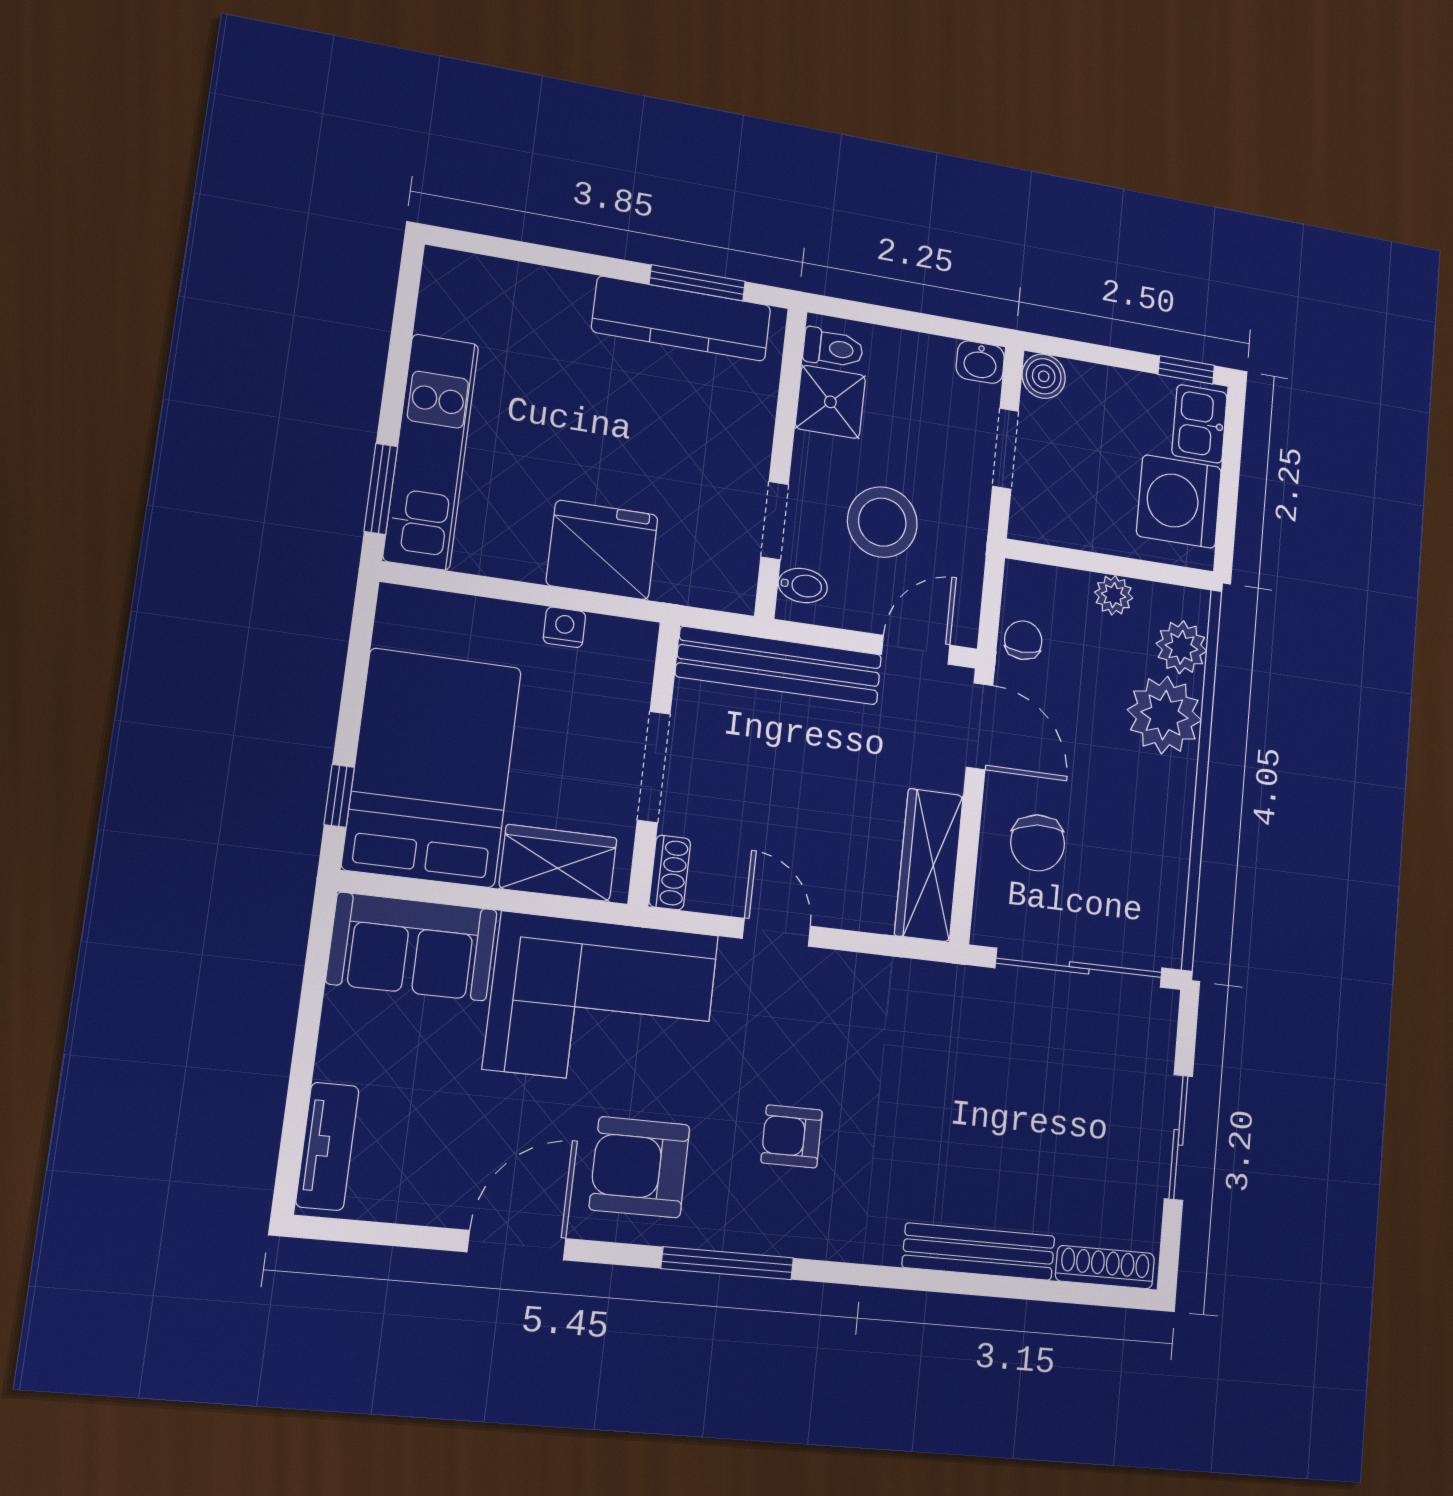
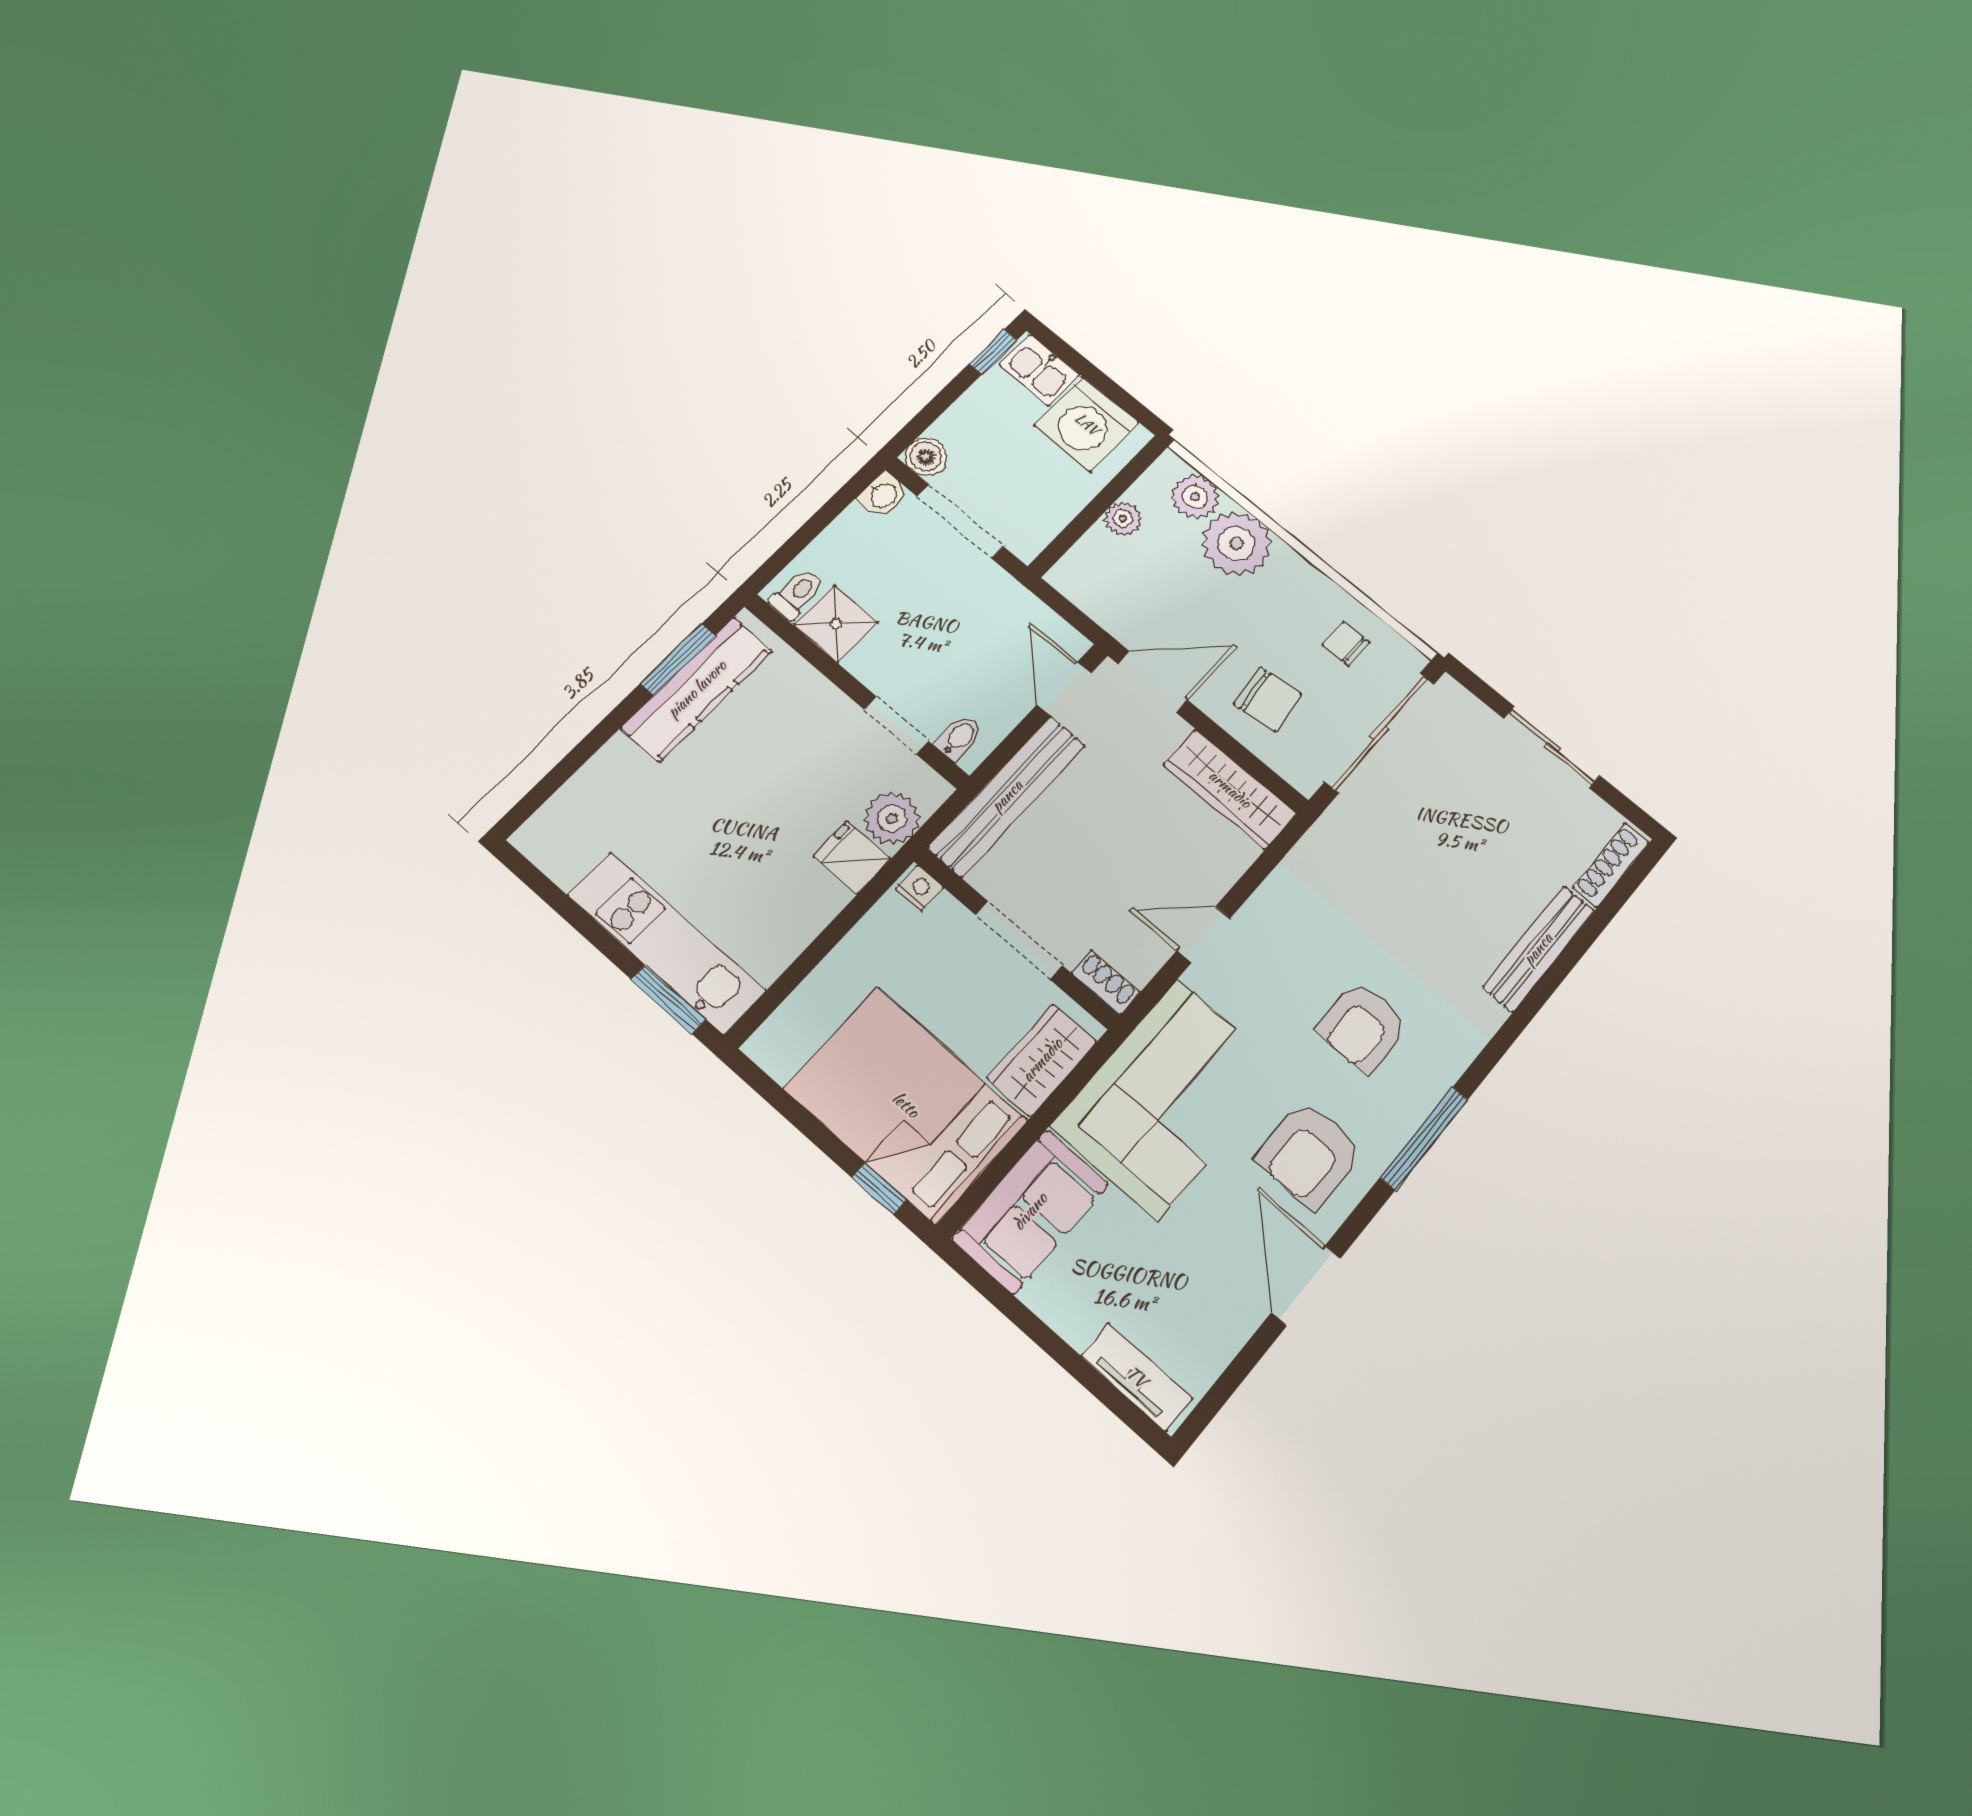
doorway: (1005, 449) -> (960, 521), width x1.38
stool: (882, 522) -> (952, 648), removed
fridge: (602, 550) -> (852, 857), width x0.53, depth x0.75
plant: (686, 576) -> (892, 818), added
nightstand: (564, 627) -> (919, 888), moved, turned 90
chair: (1023, 640) -> (1346, 644), moved
armchair: (792, 1136) -> (1362, 1027), width x1.38, depth x1.38

